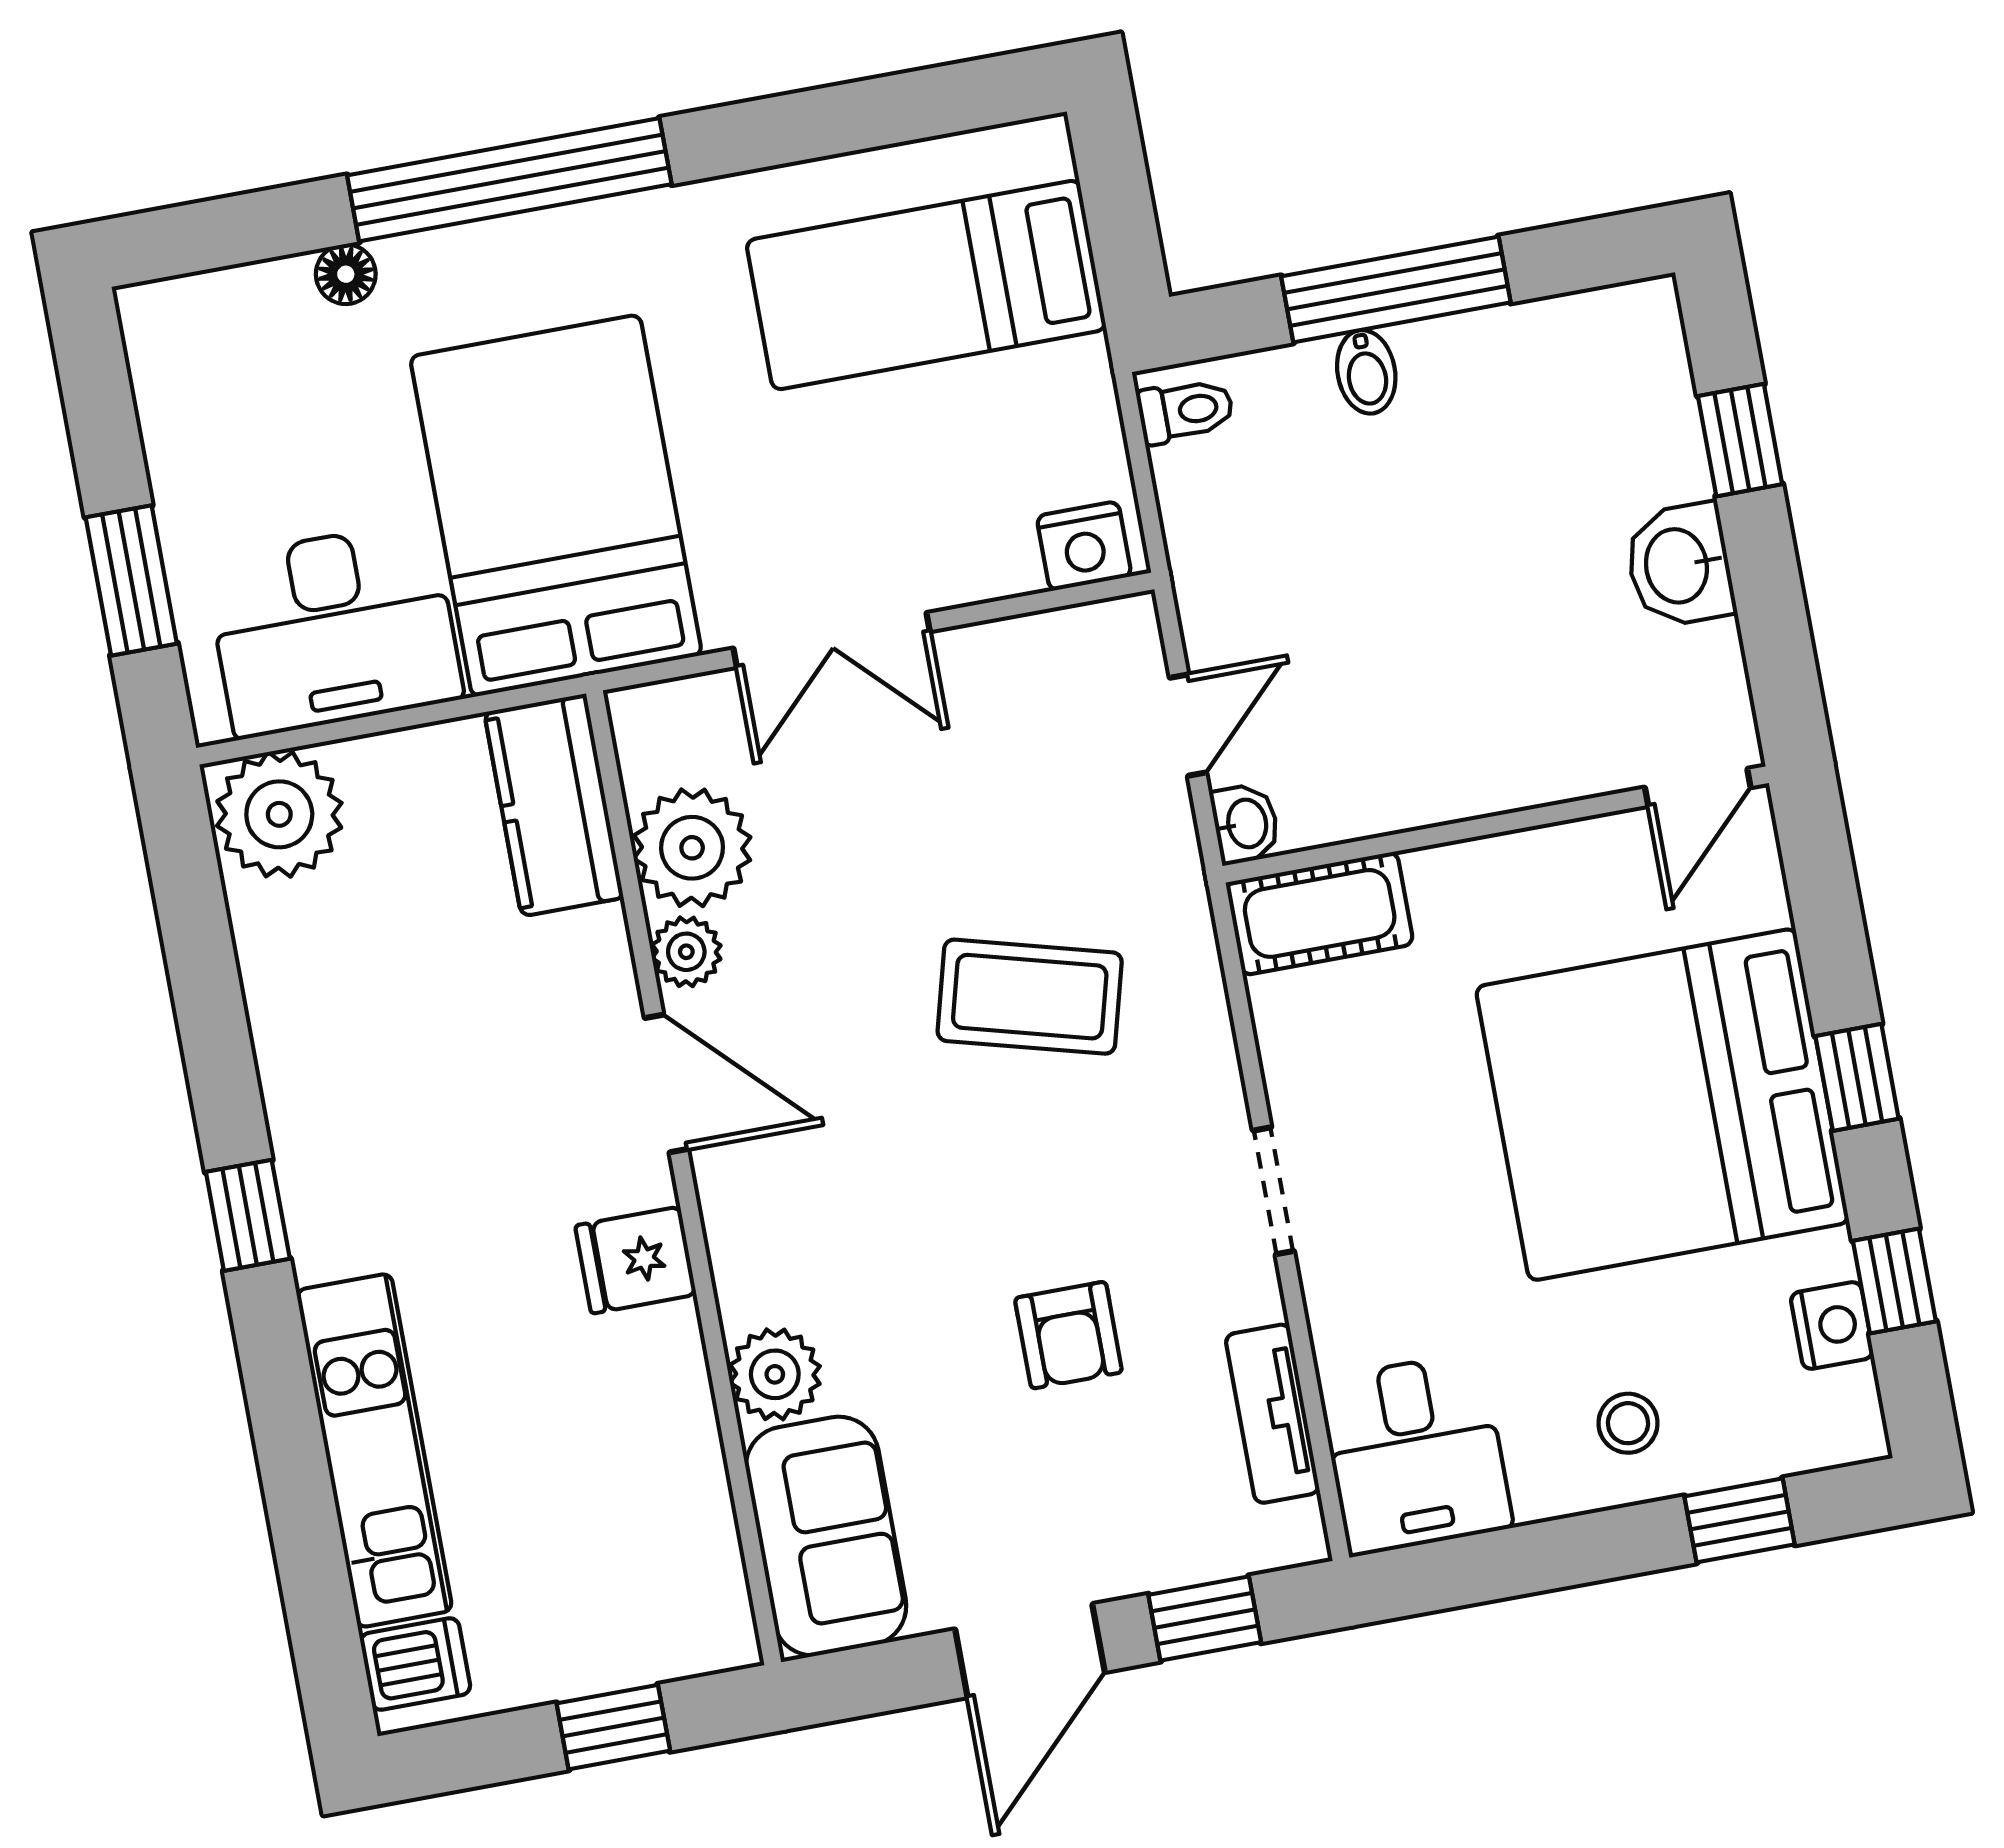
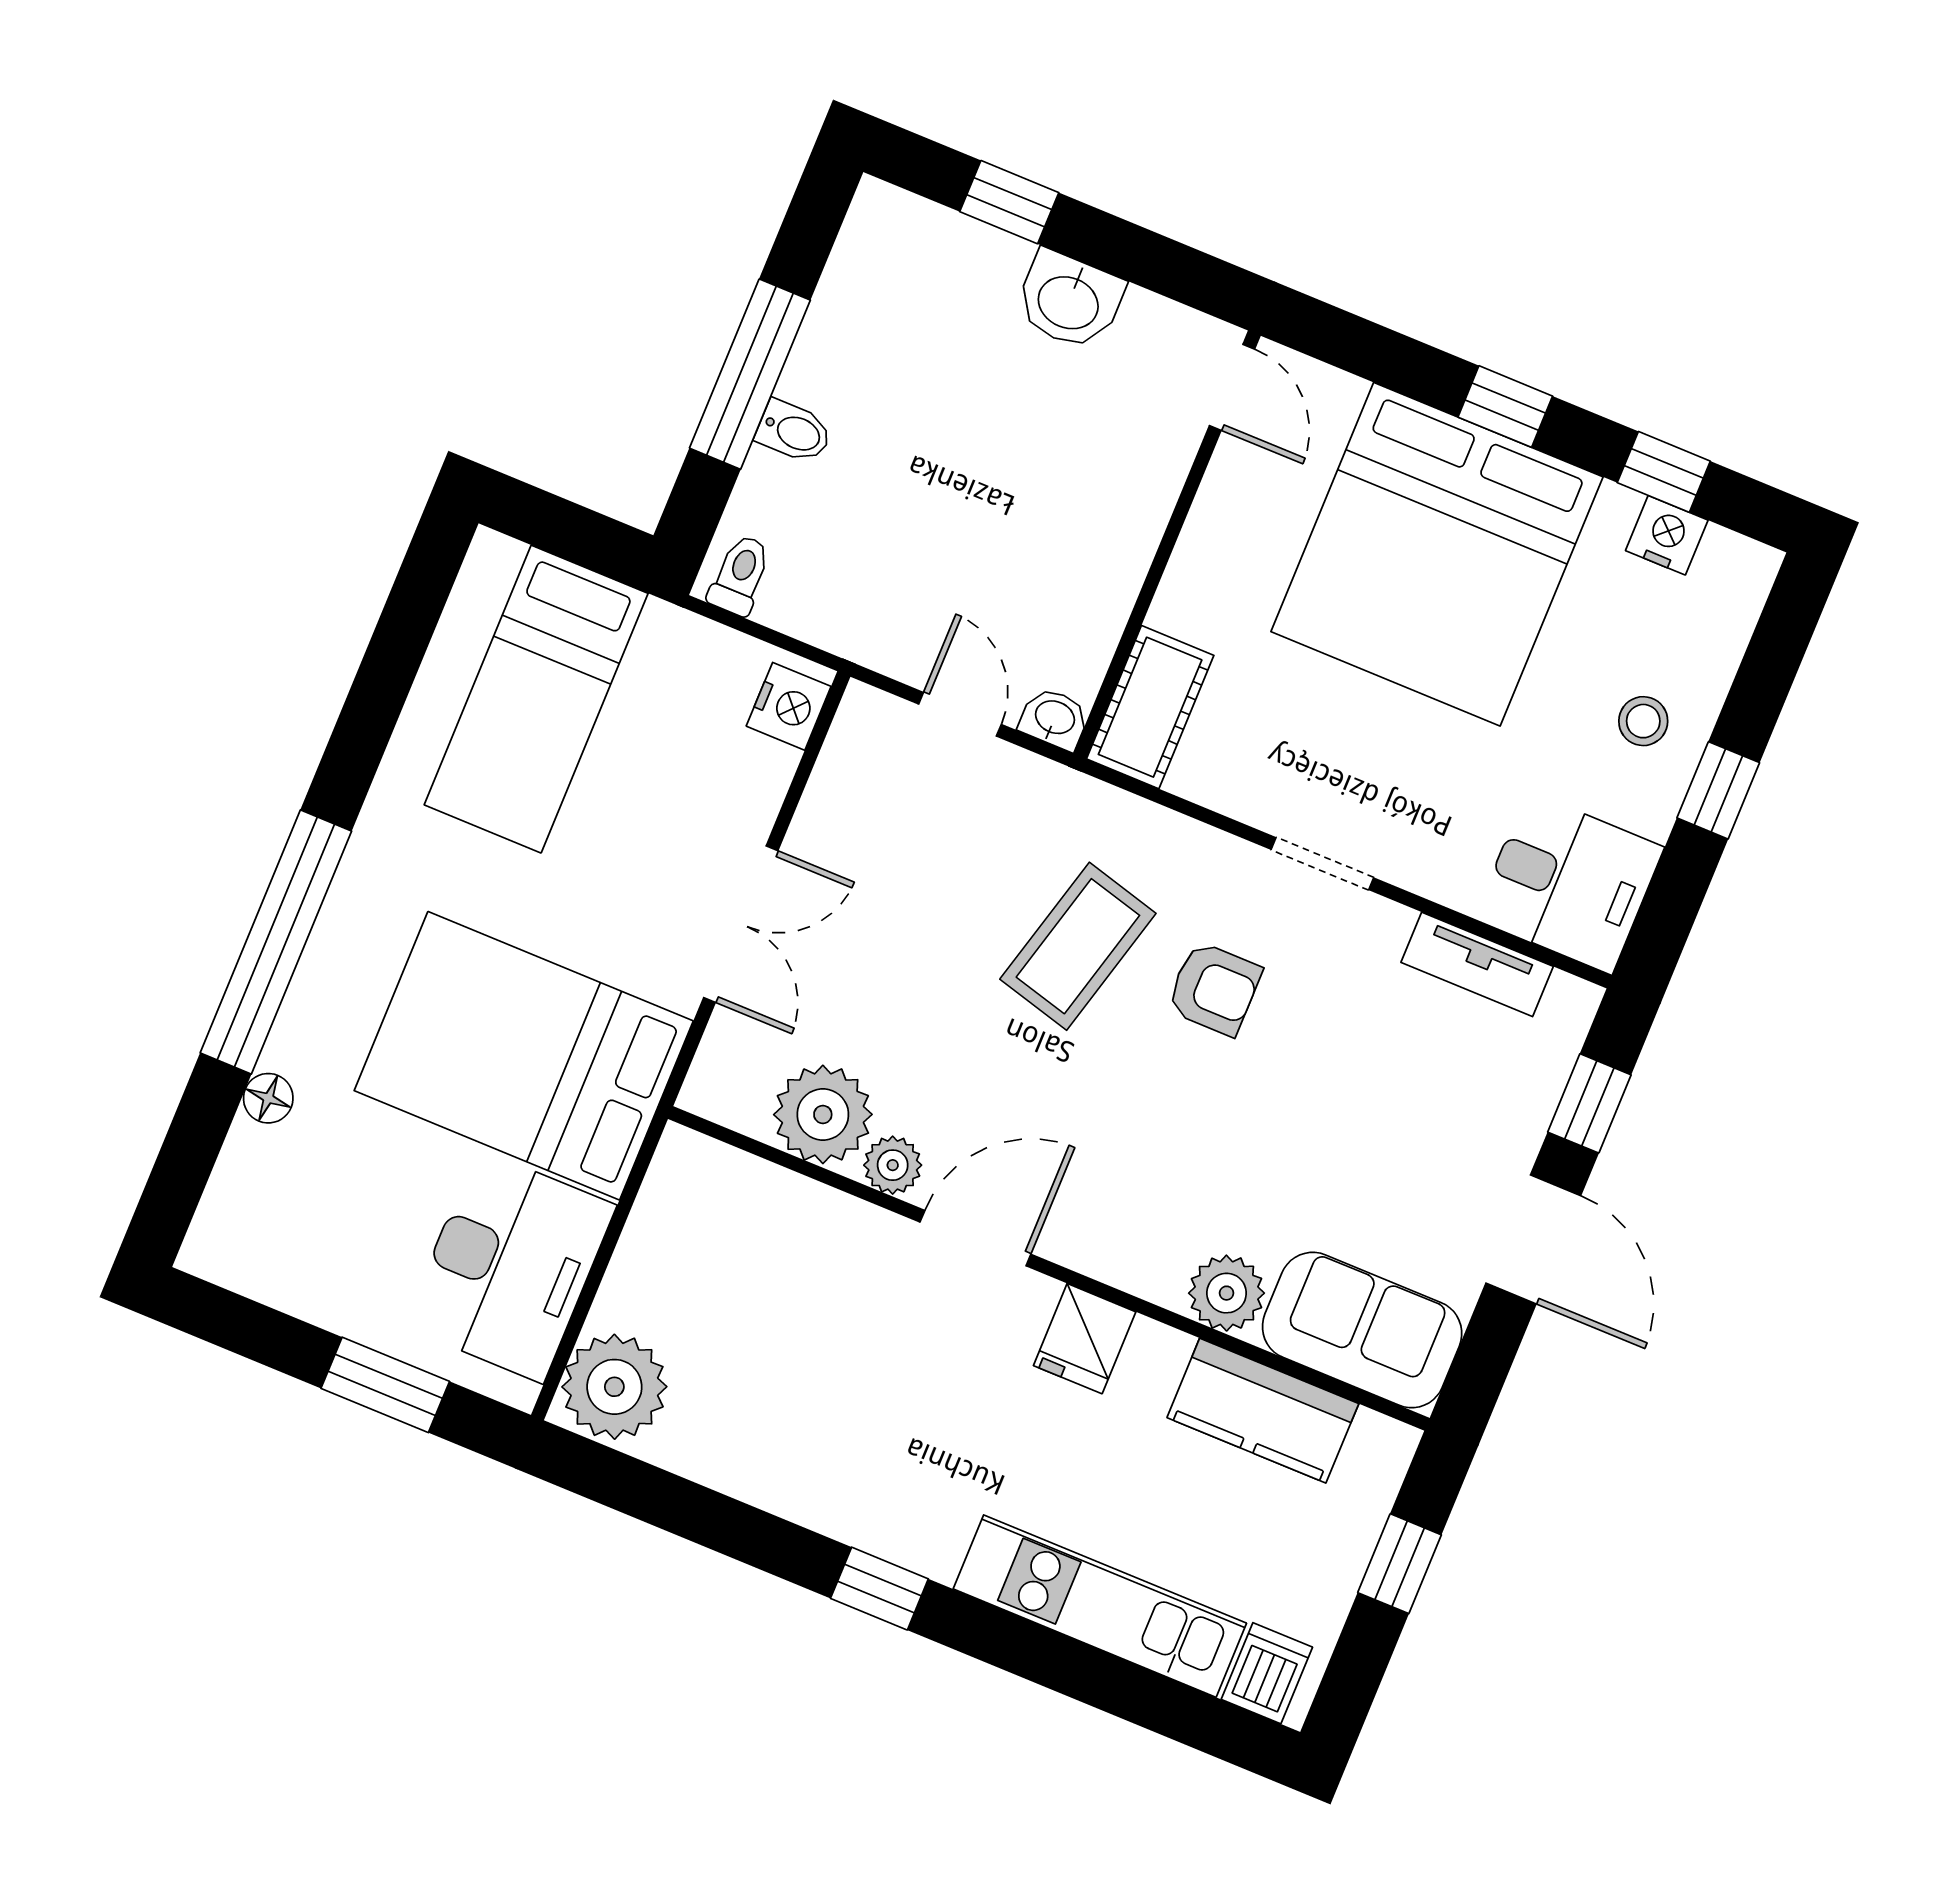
kitchen counter: (554, 805) -> (1263, 1411), moved
armchair: (1068, 1335) -> (1214, 989), moved
window: (1740, 1520) -> (1718, 790), moved

